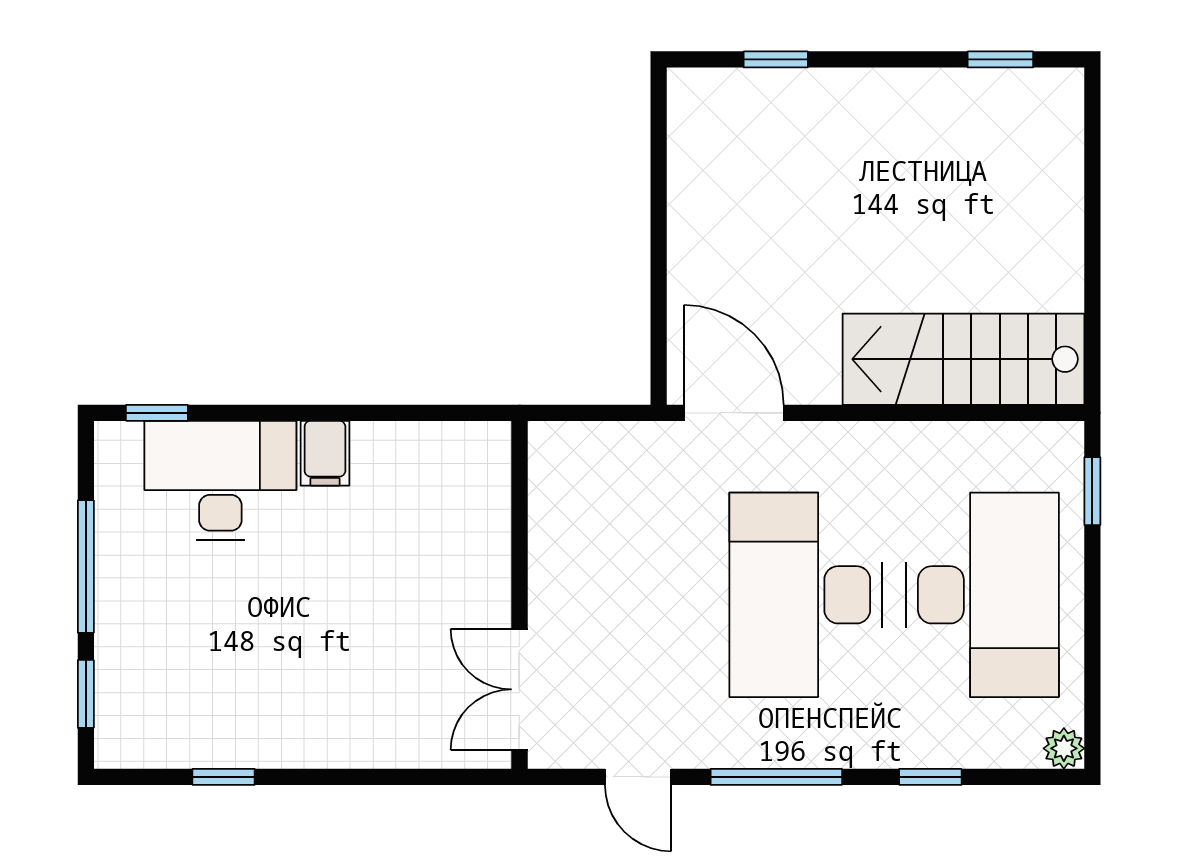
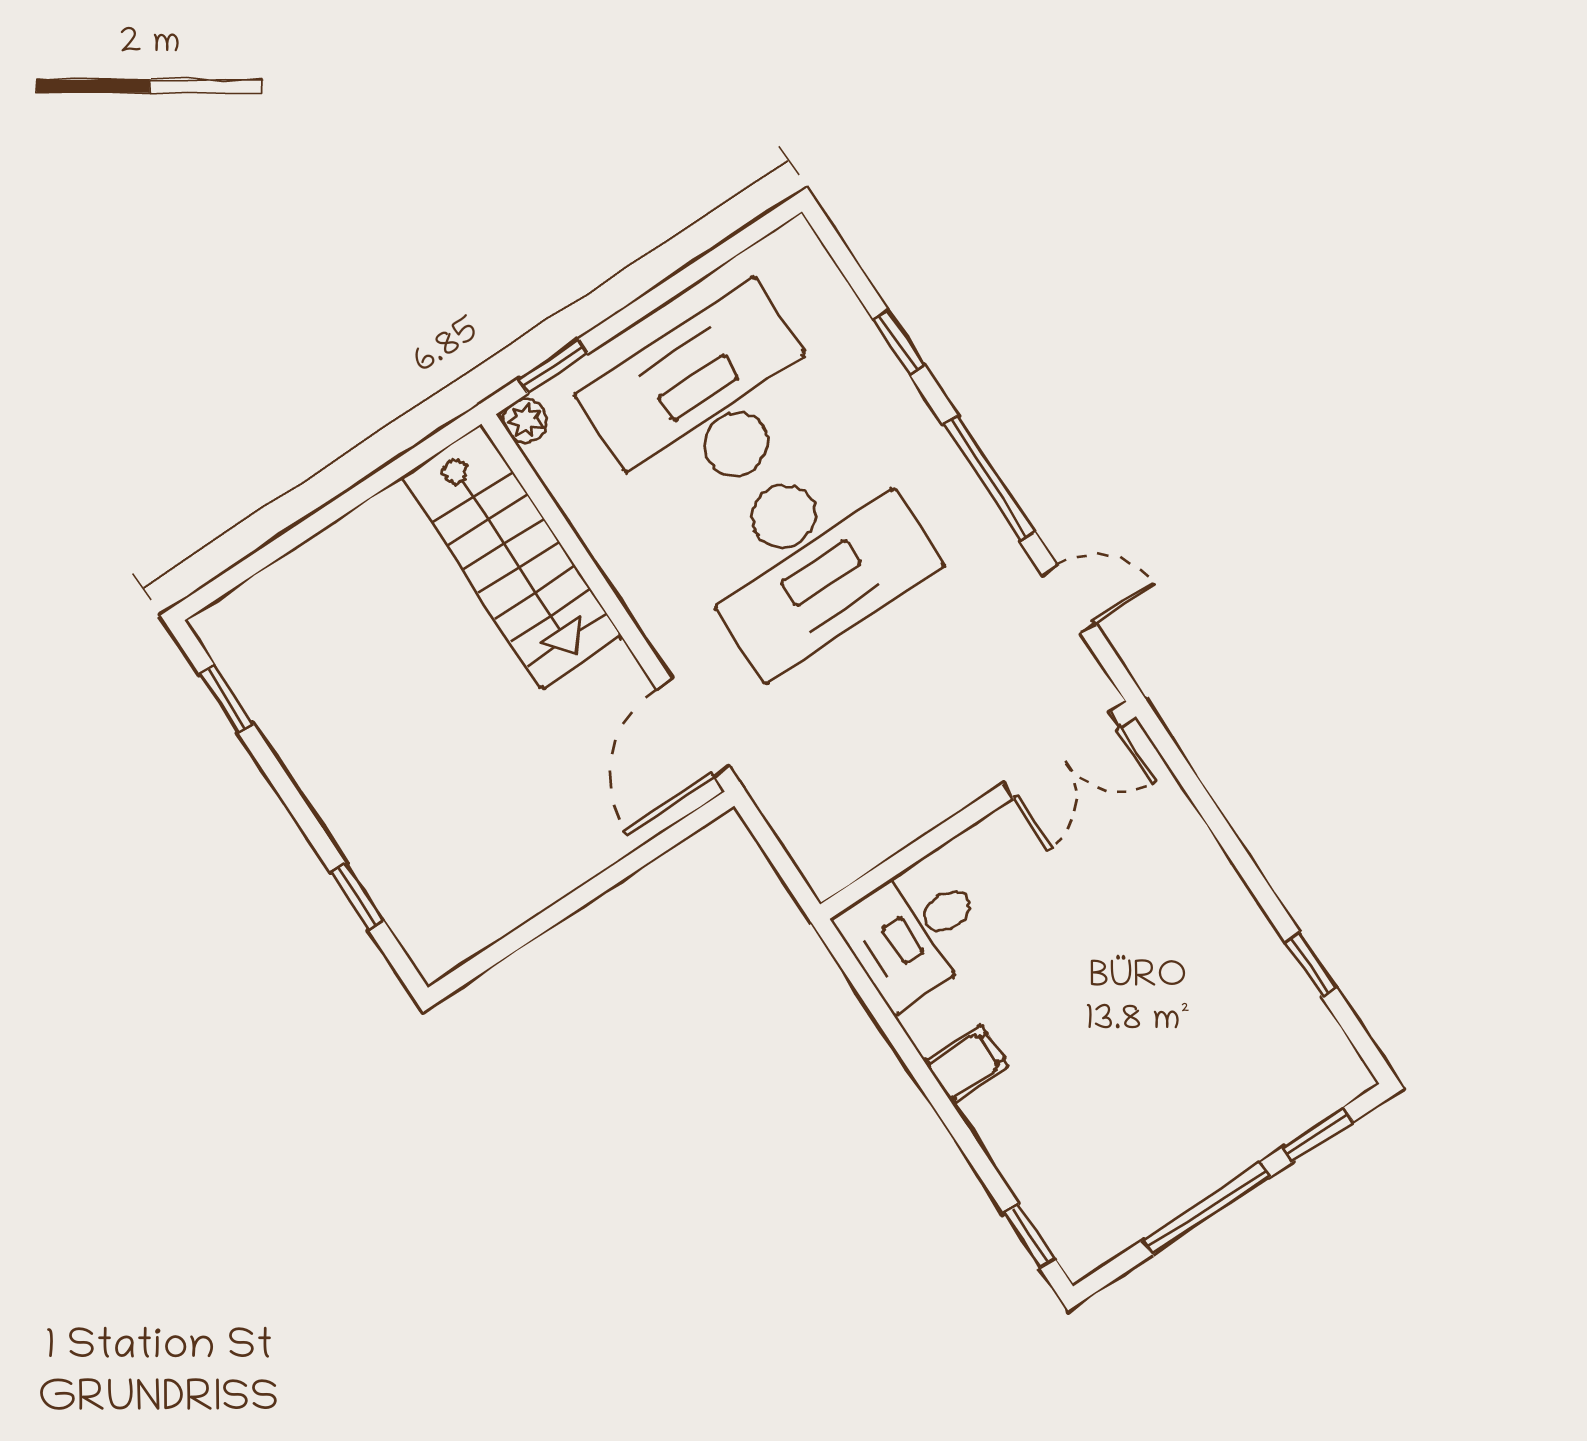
desk: (220, 481) -> (914, 933), moved, width x0.73
plant: (1064, 748) -> (526, 420), moved
door: (638, 777) -> (1069, 600), hinge flipped

